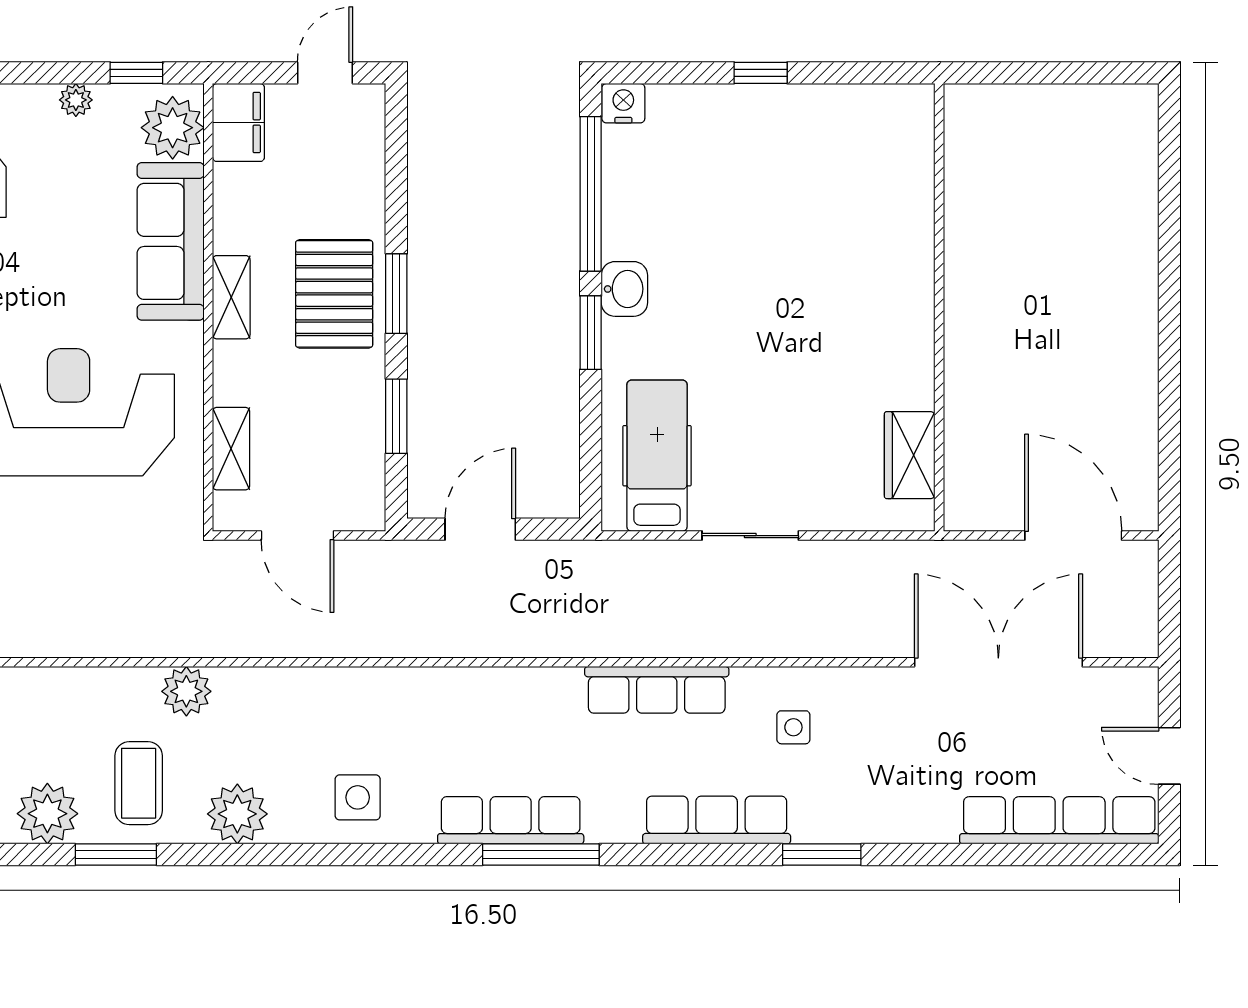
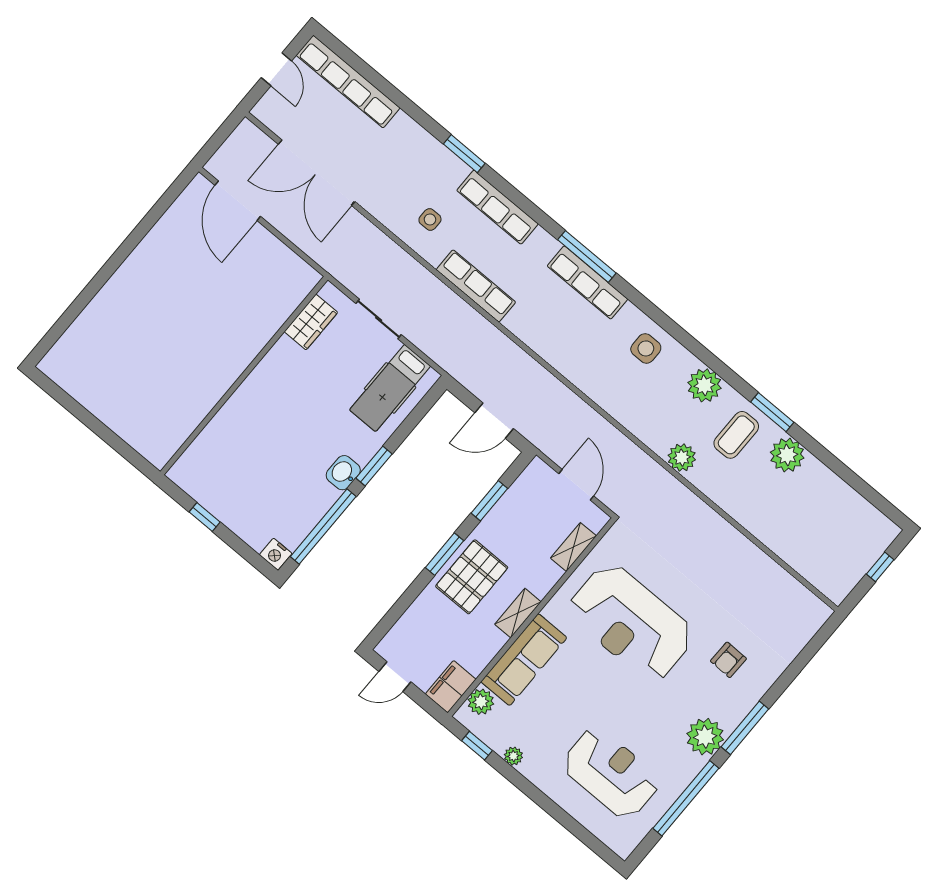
plant: (173, 128) -> (481, 702), width x0.73, depth x0.73
wall: (939, 307) -> (244, 376), moved
wardrobe: (910, 455) -> (311, 322), moved

